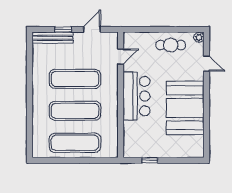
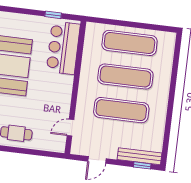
window: (63, 29) -> (142, 165), moved
bar counter: (137, 96) -> (63, 48), moved

